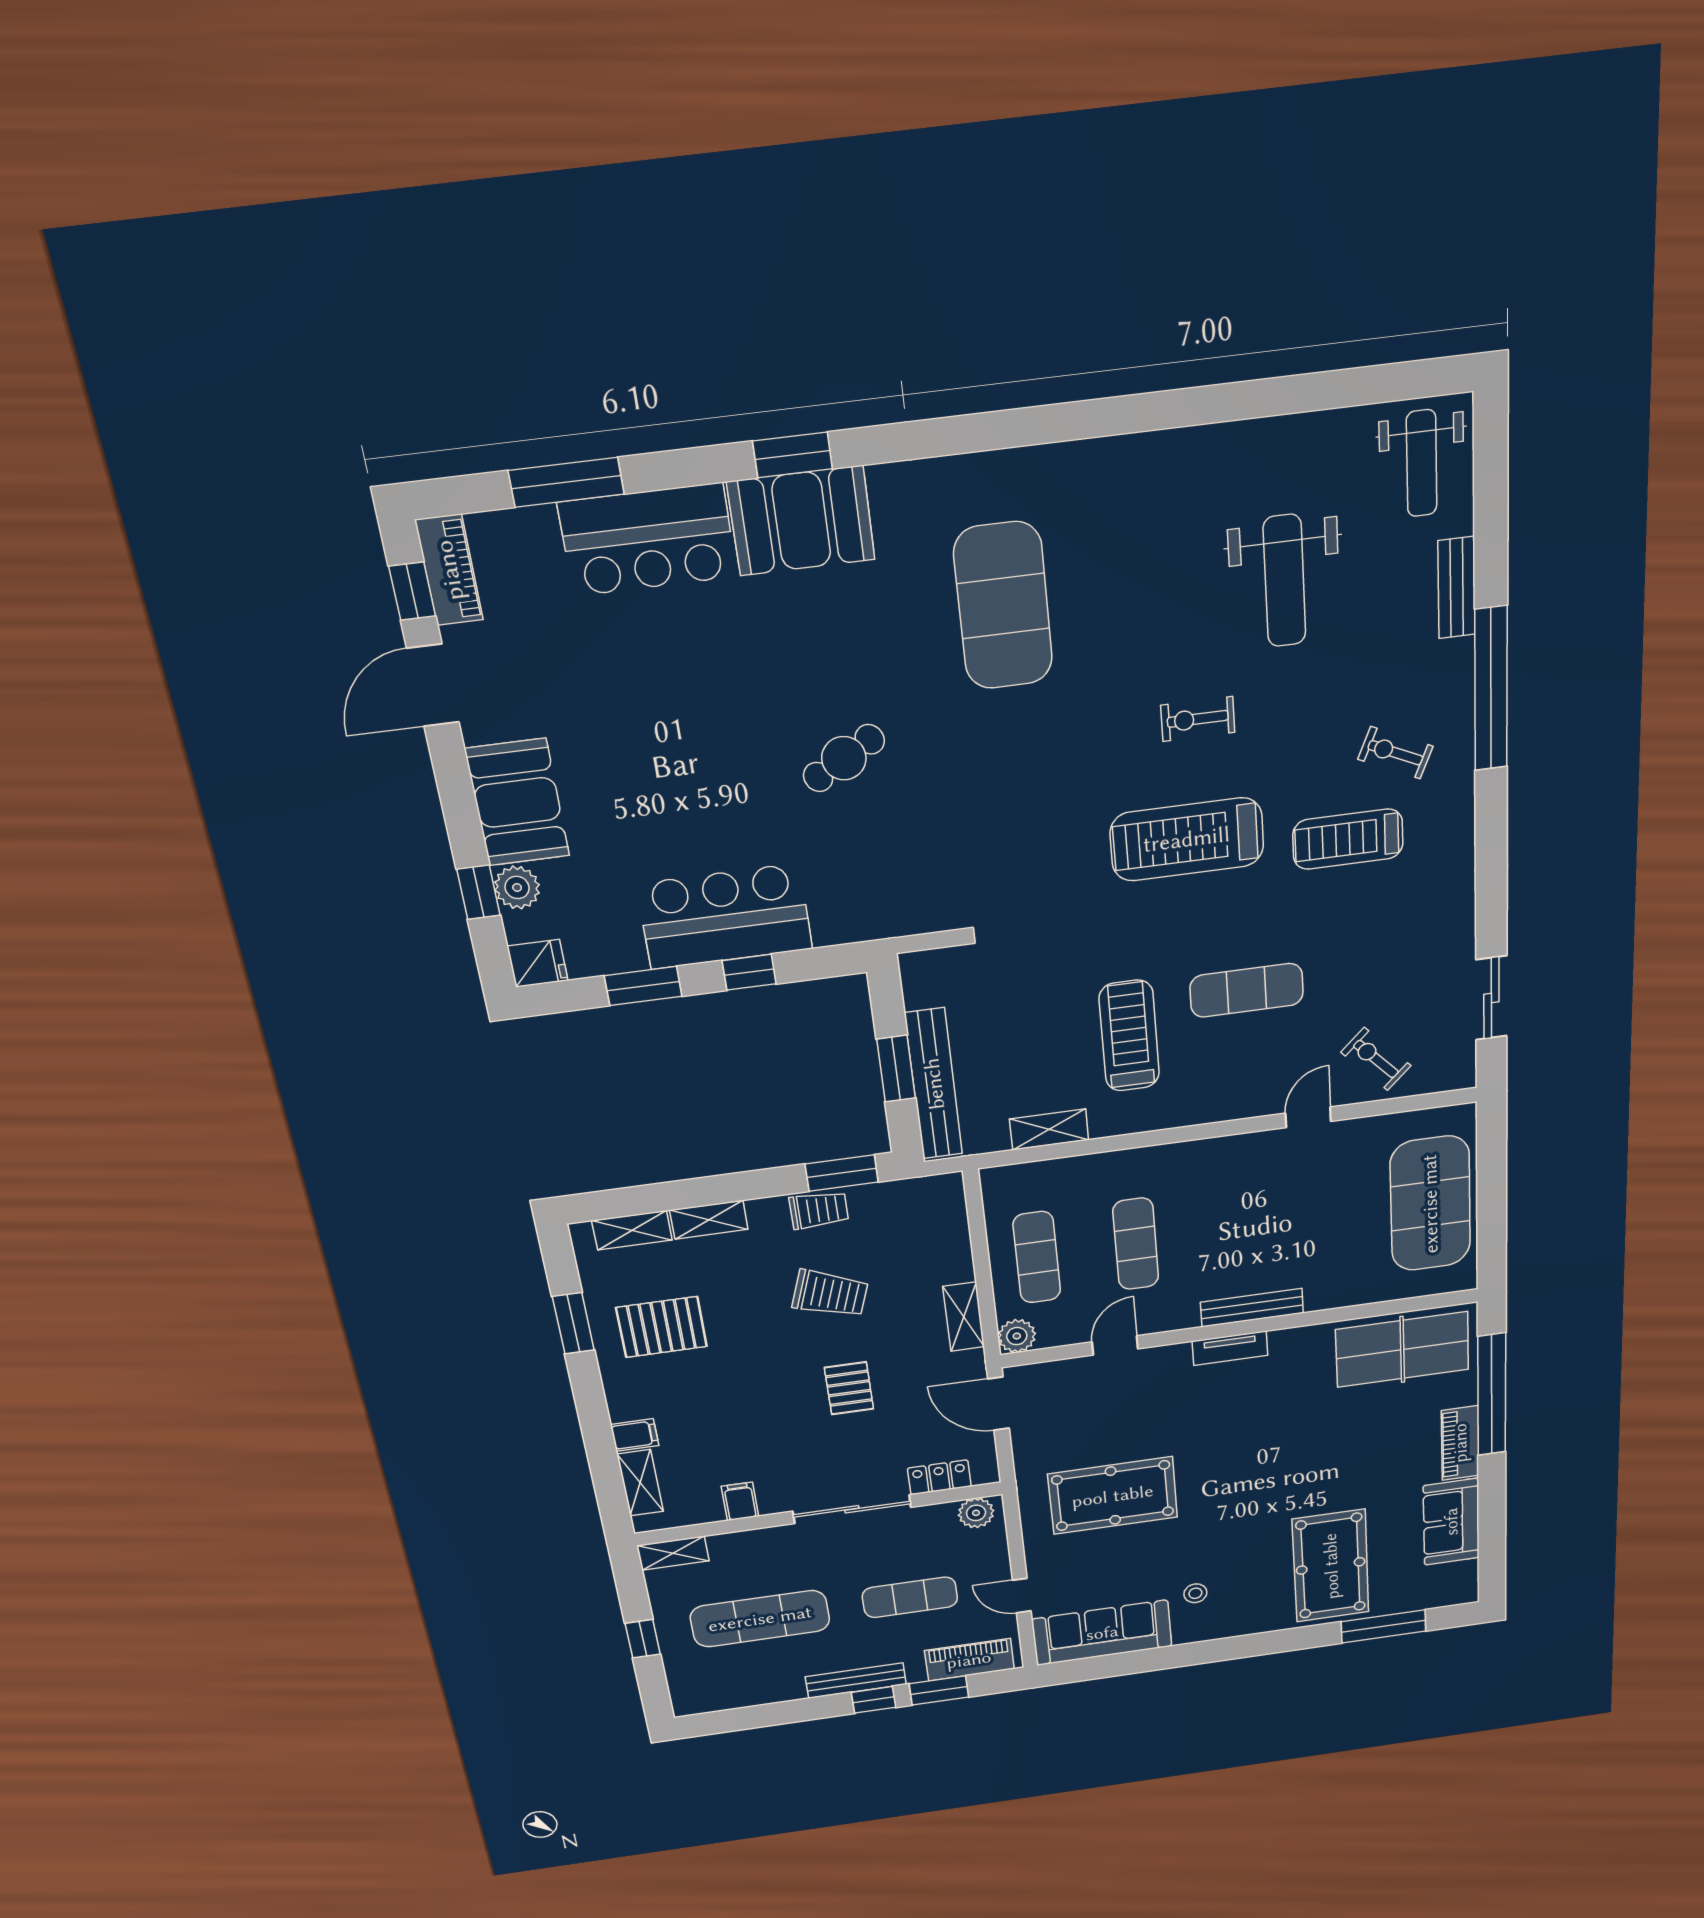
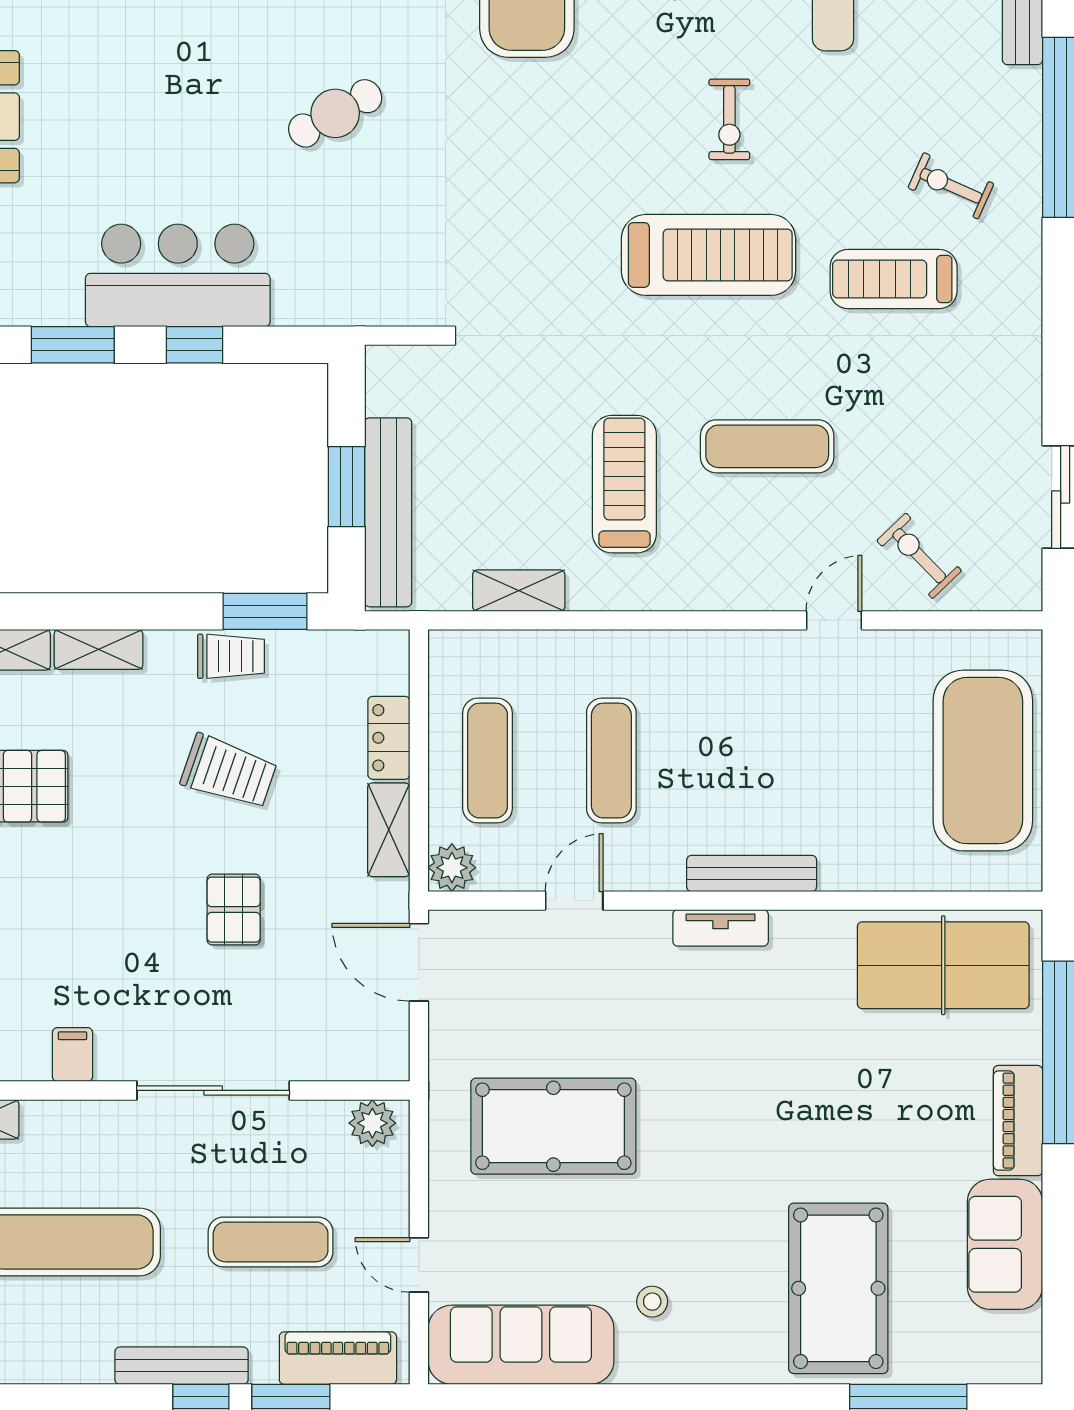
exercise bike: (1198, 719) -> (729, 119), turned -90
treadmill: (1187, 839) -> (708, 255), turned 180
locker: (939, 1477) -> (389, 738), moved, turned -90

